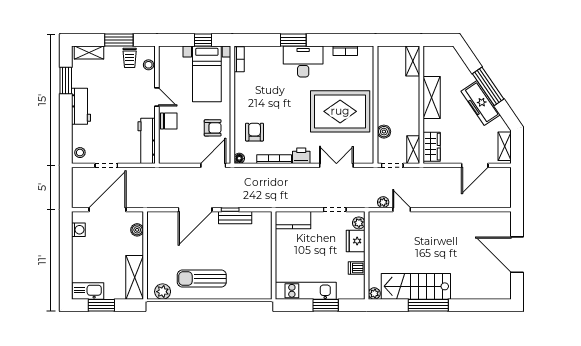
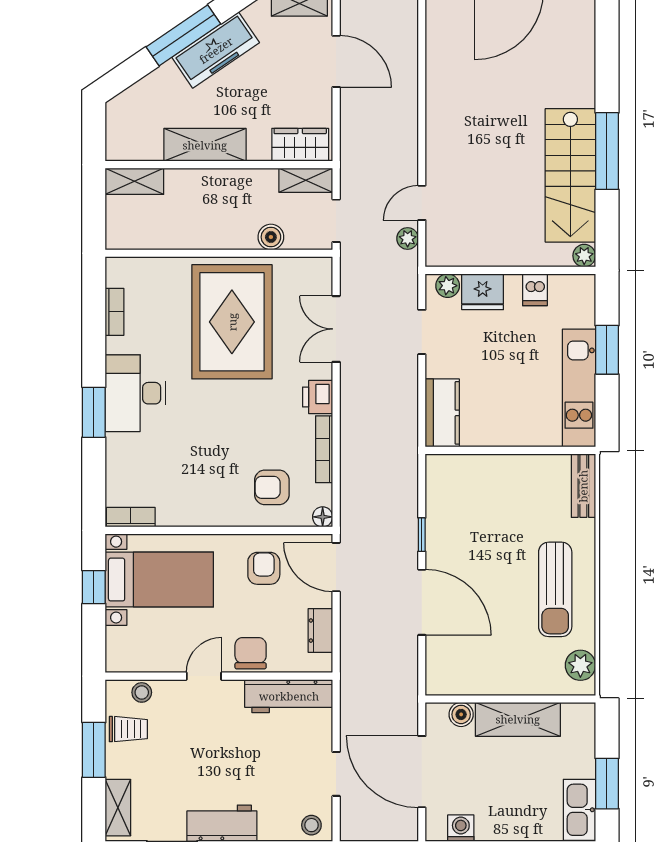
dresser: (181, 157) -> (320, 631), added
bench: (235, 218) -> (583, 486), moved
shelving: (135, 277) -> (518, 719), moved

